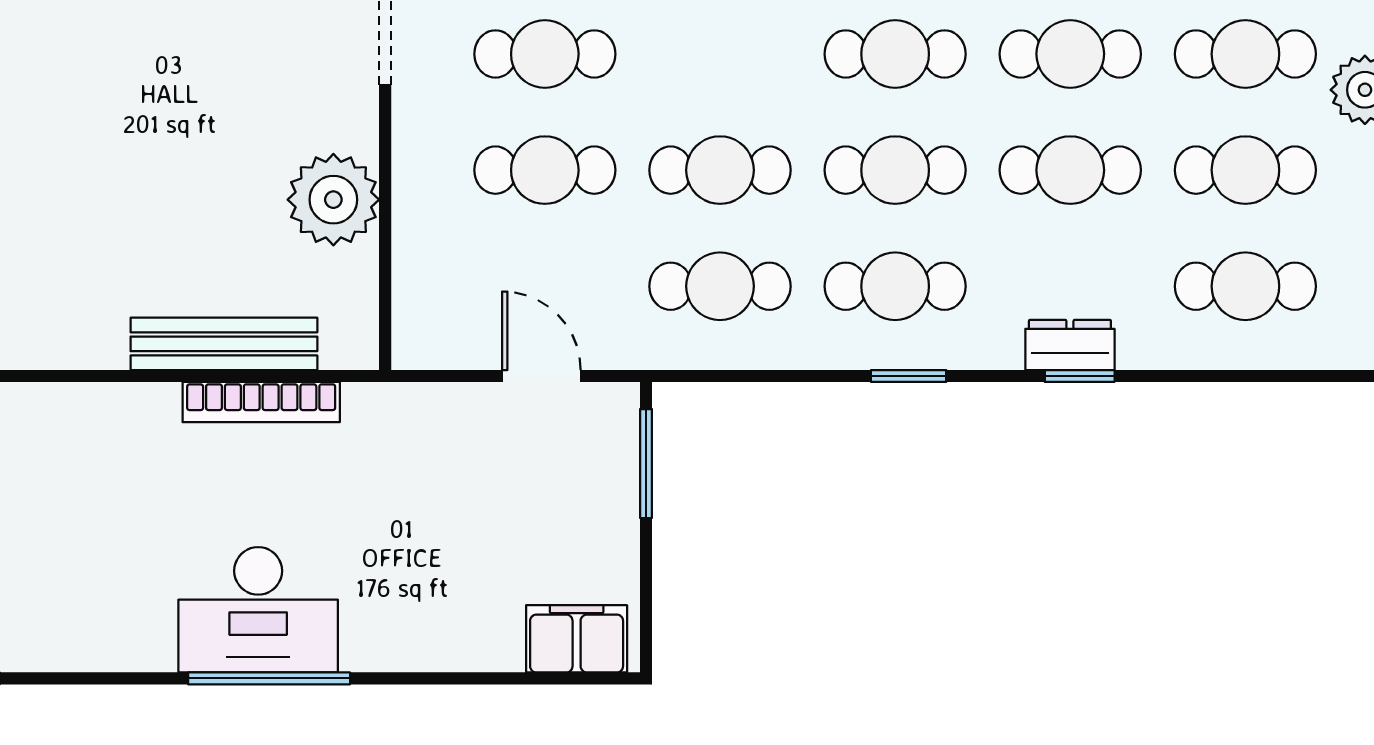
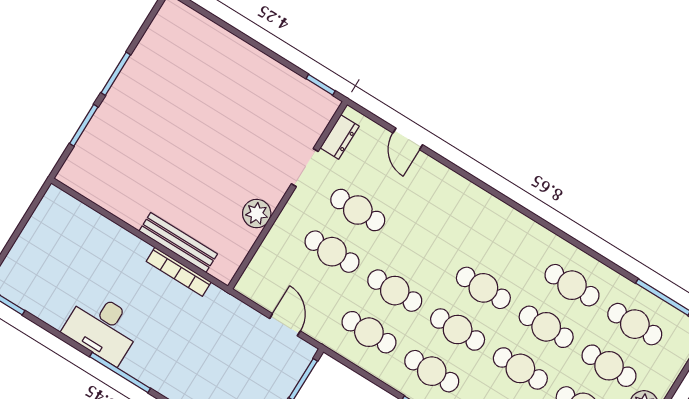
plant: (333, 200) -> (257, 214), width x0.73, depth x0.73
desk: (258, 610) -> (102, 328), moved

